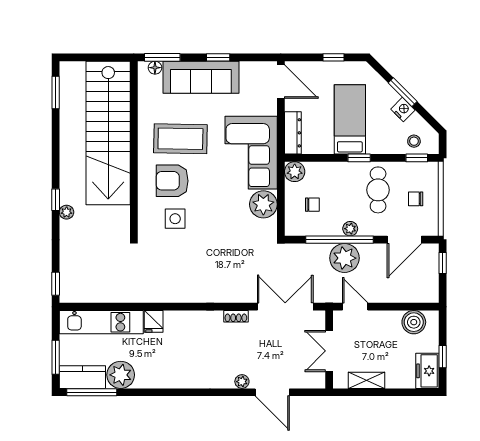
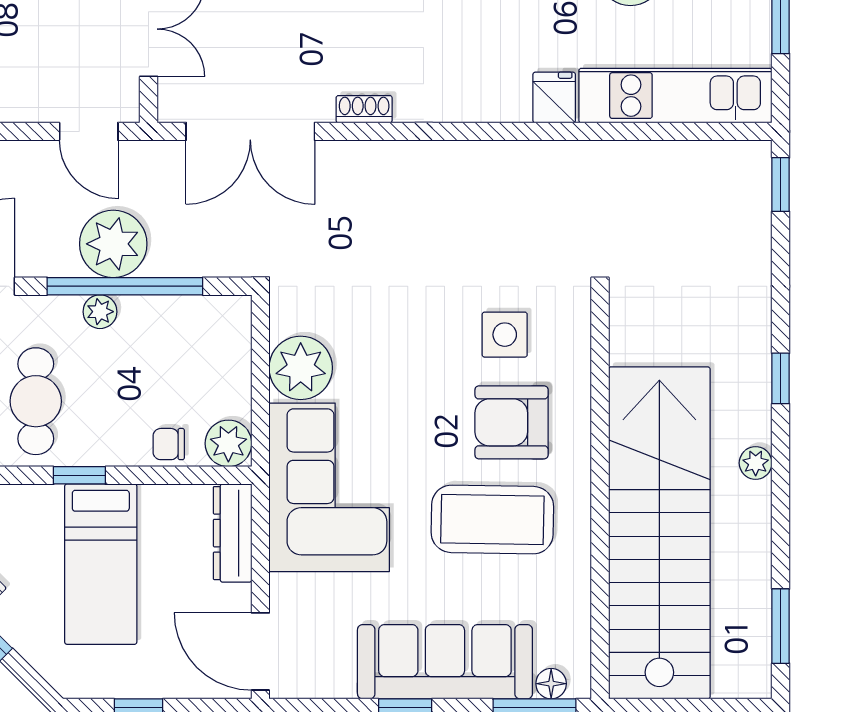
armchair: (172, 181) -> (512, 422), turned 180
chair: (312, 205) -> (169, 444), moved
plant: (67, 212) -> (756, 463), moved

